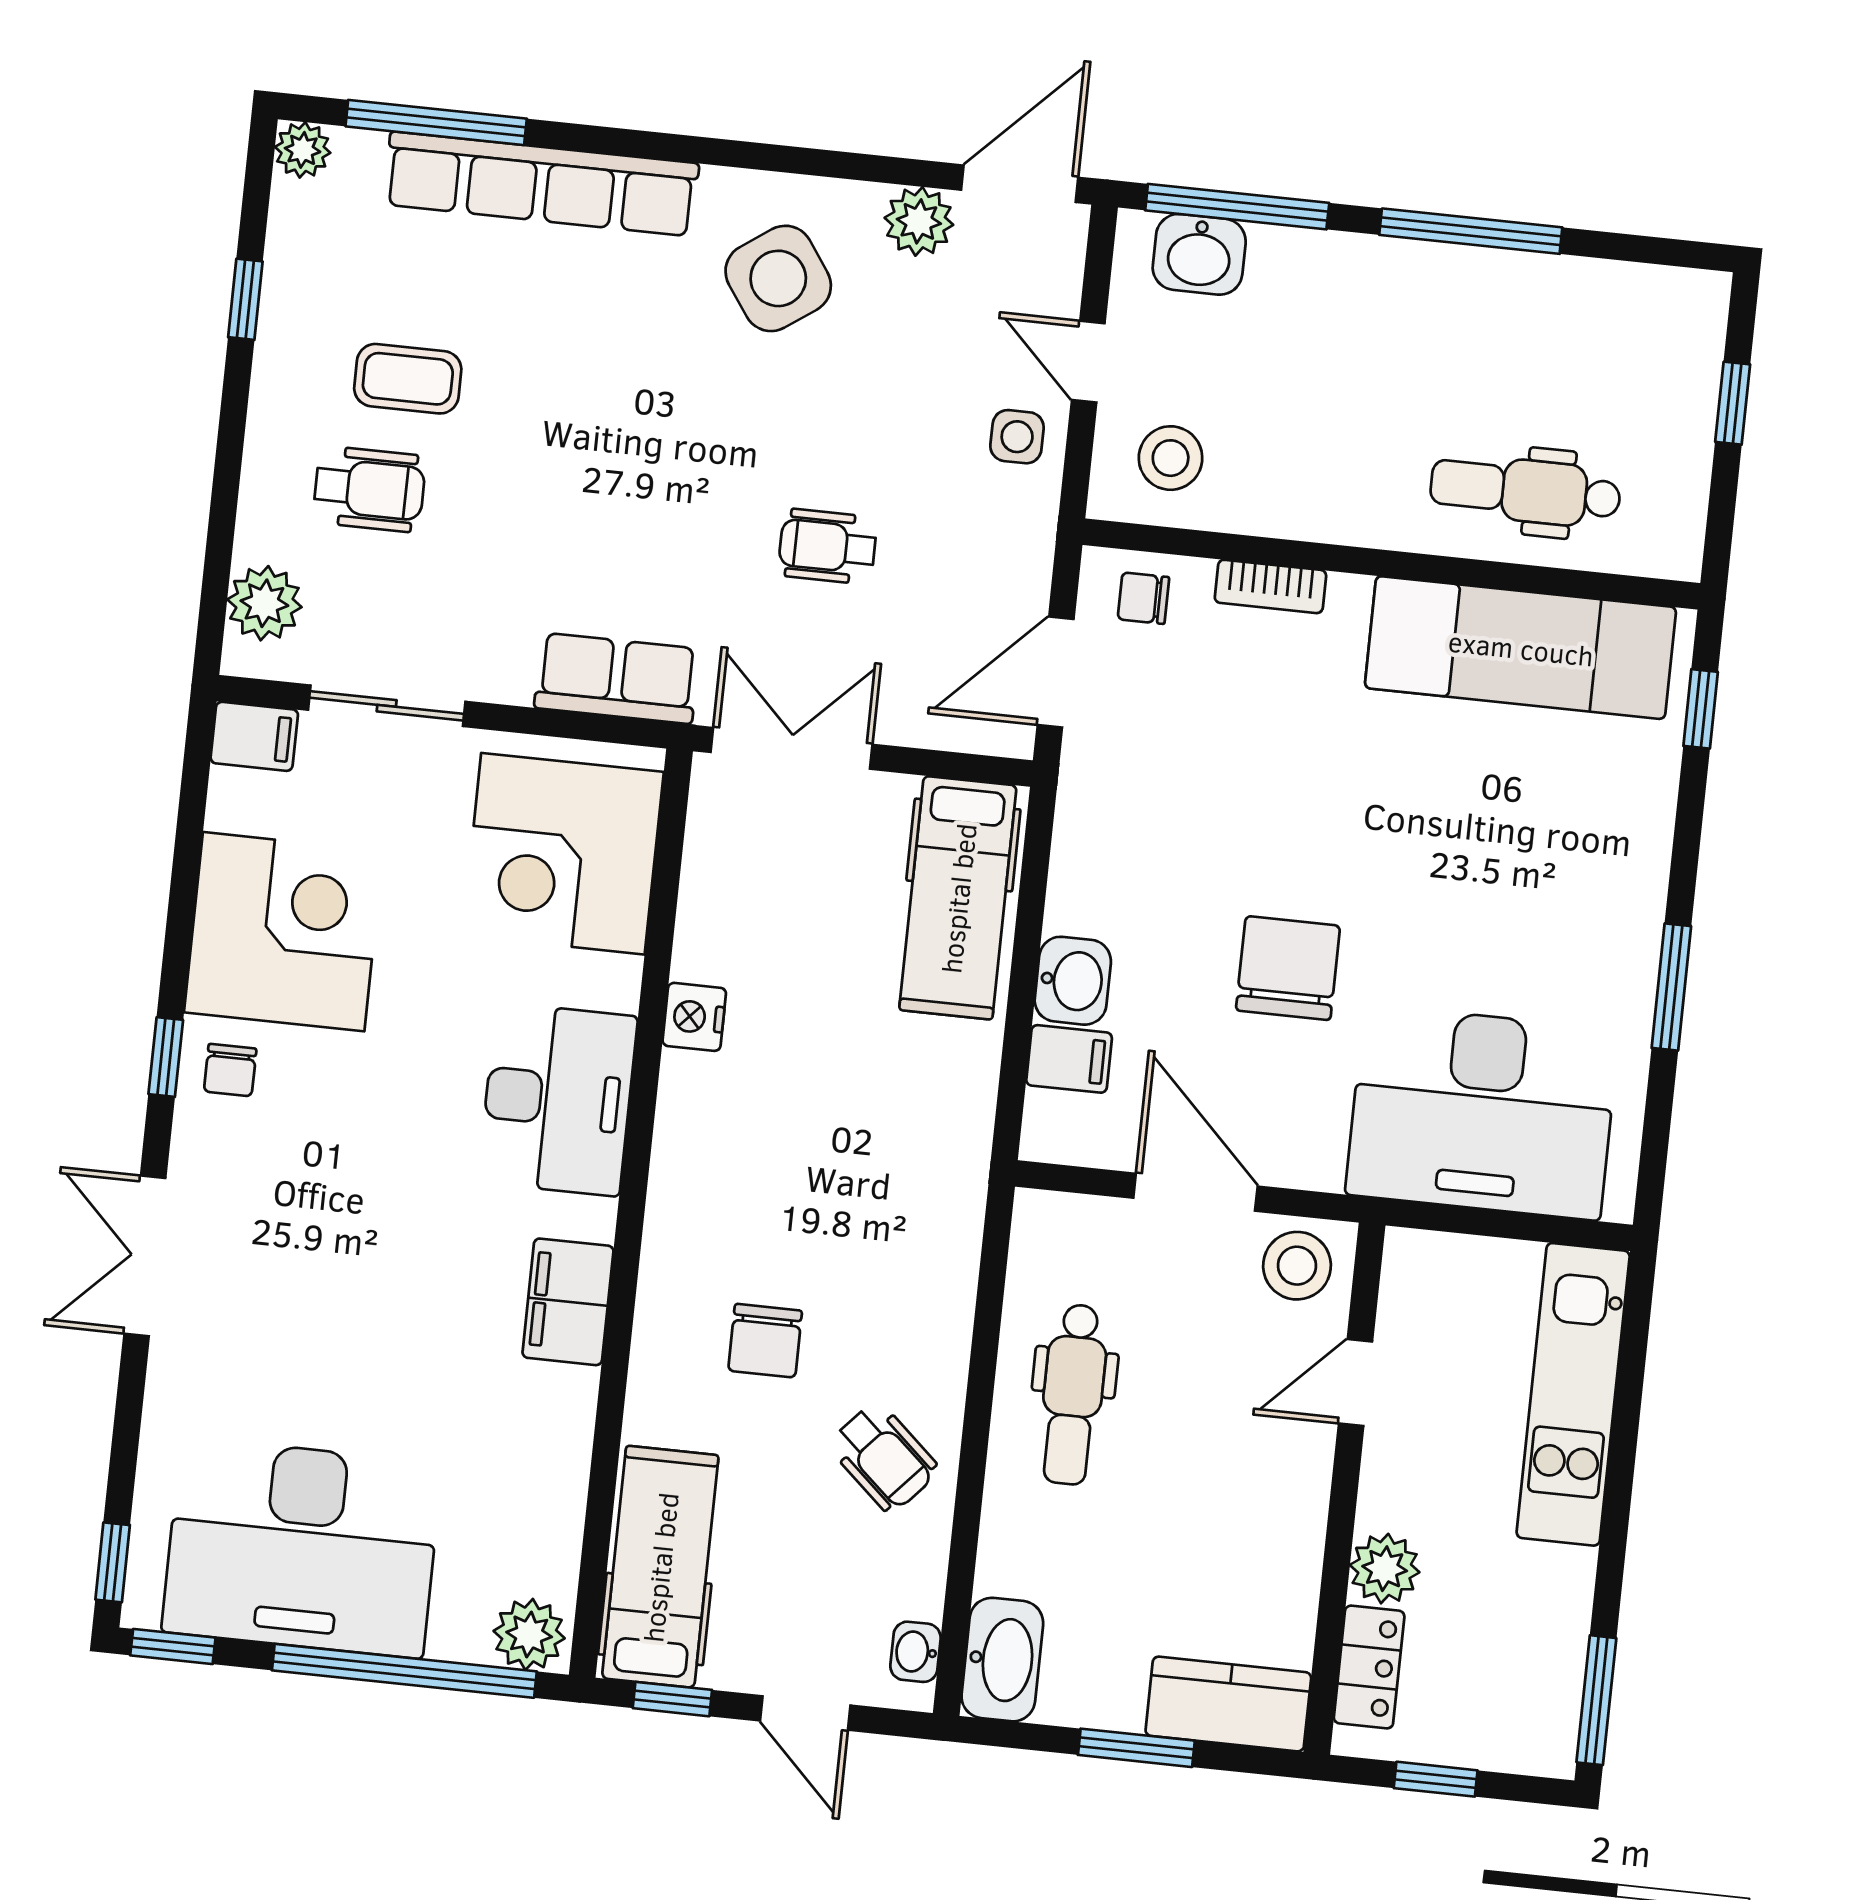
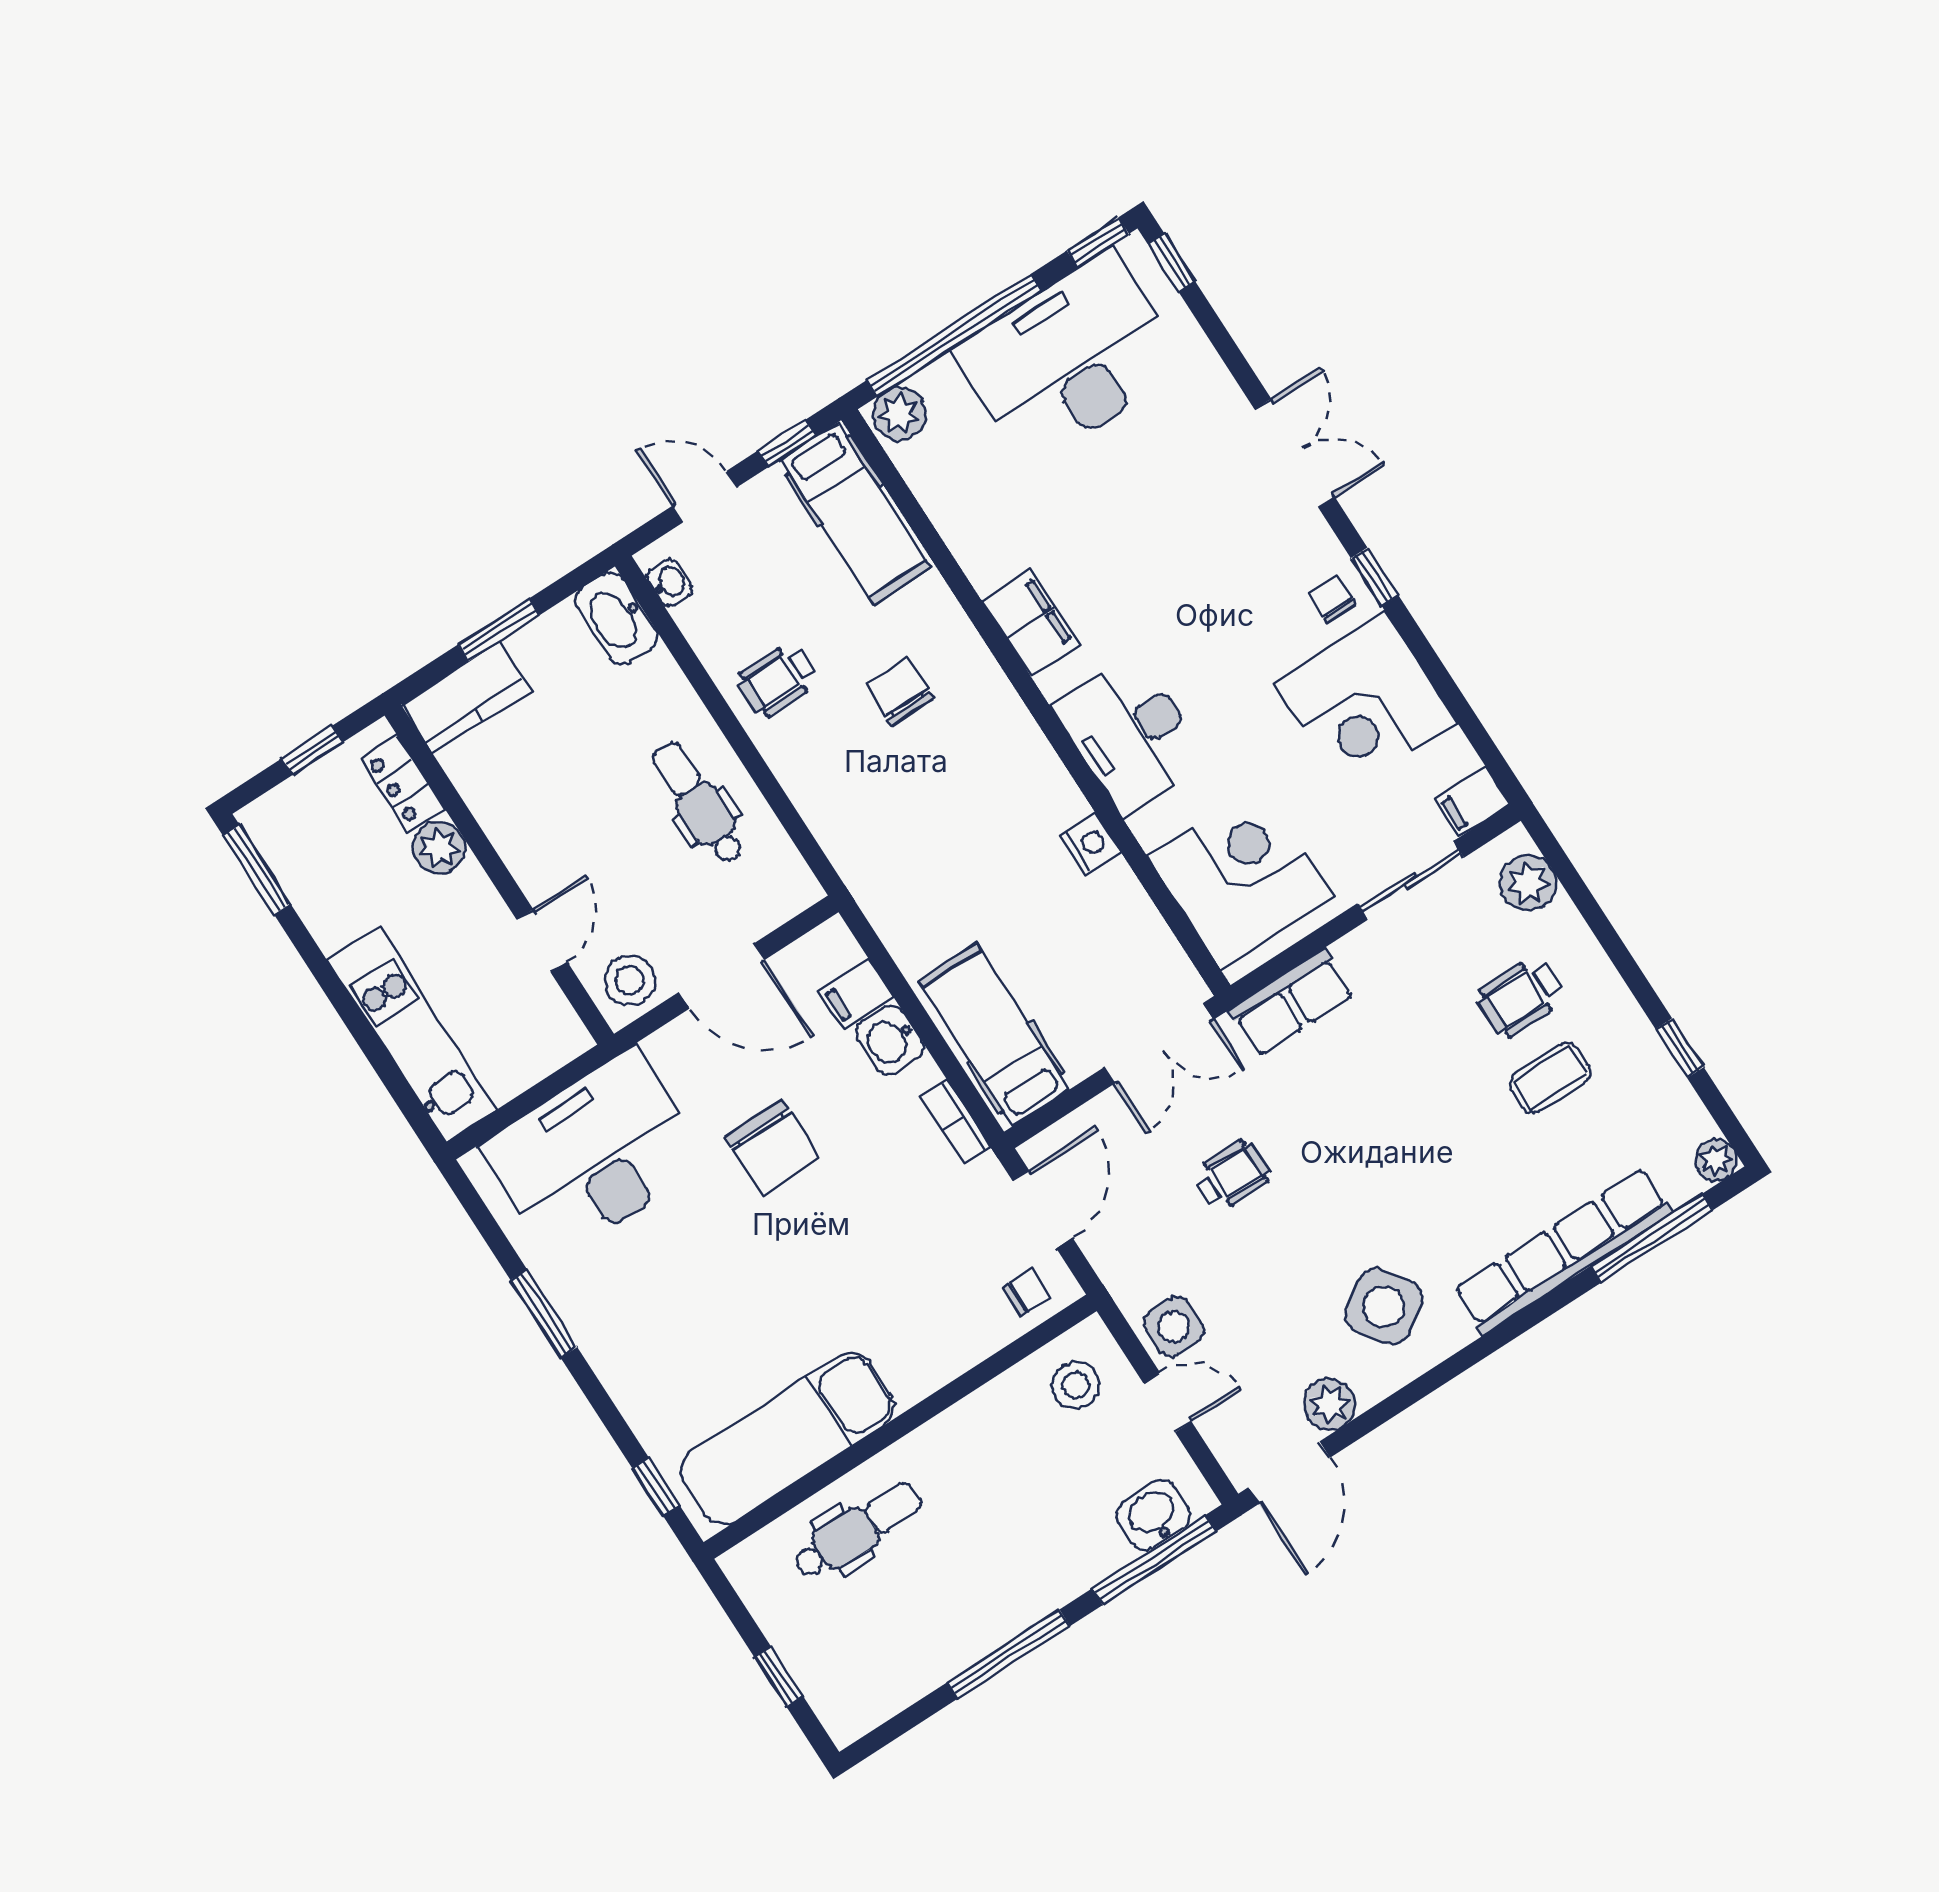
side table: (1017, 437) -> (1174, 1326), width x1.37, depth x1.37
bookcase: (1270, 586) -> (955, 1122), moved, turned -90
wheelchair: (884, 1457) -> (778, 679), turned -42

